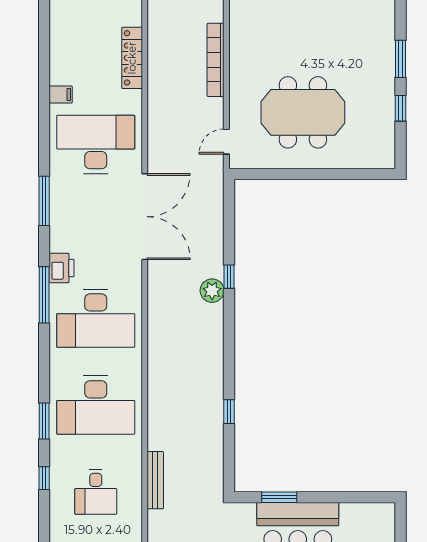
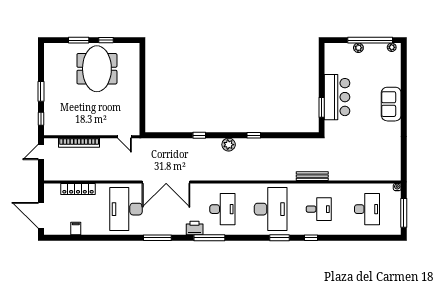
filing cabinet: (61, 94) -> (76, 229), moved
meeting table: (303, 112) -> (97, 69), moved
double door: (145, 217) -> (166, 182), swing flipped
plant: (212, 291) -> (229, 145), moved
desk: (96, 318) -> (222, 209), width x0.73, depth x0.77
window: (229, 412) -> (254, 135), moved

